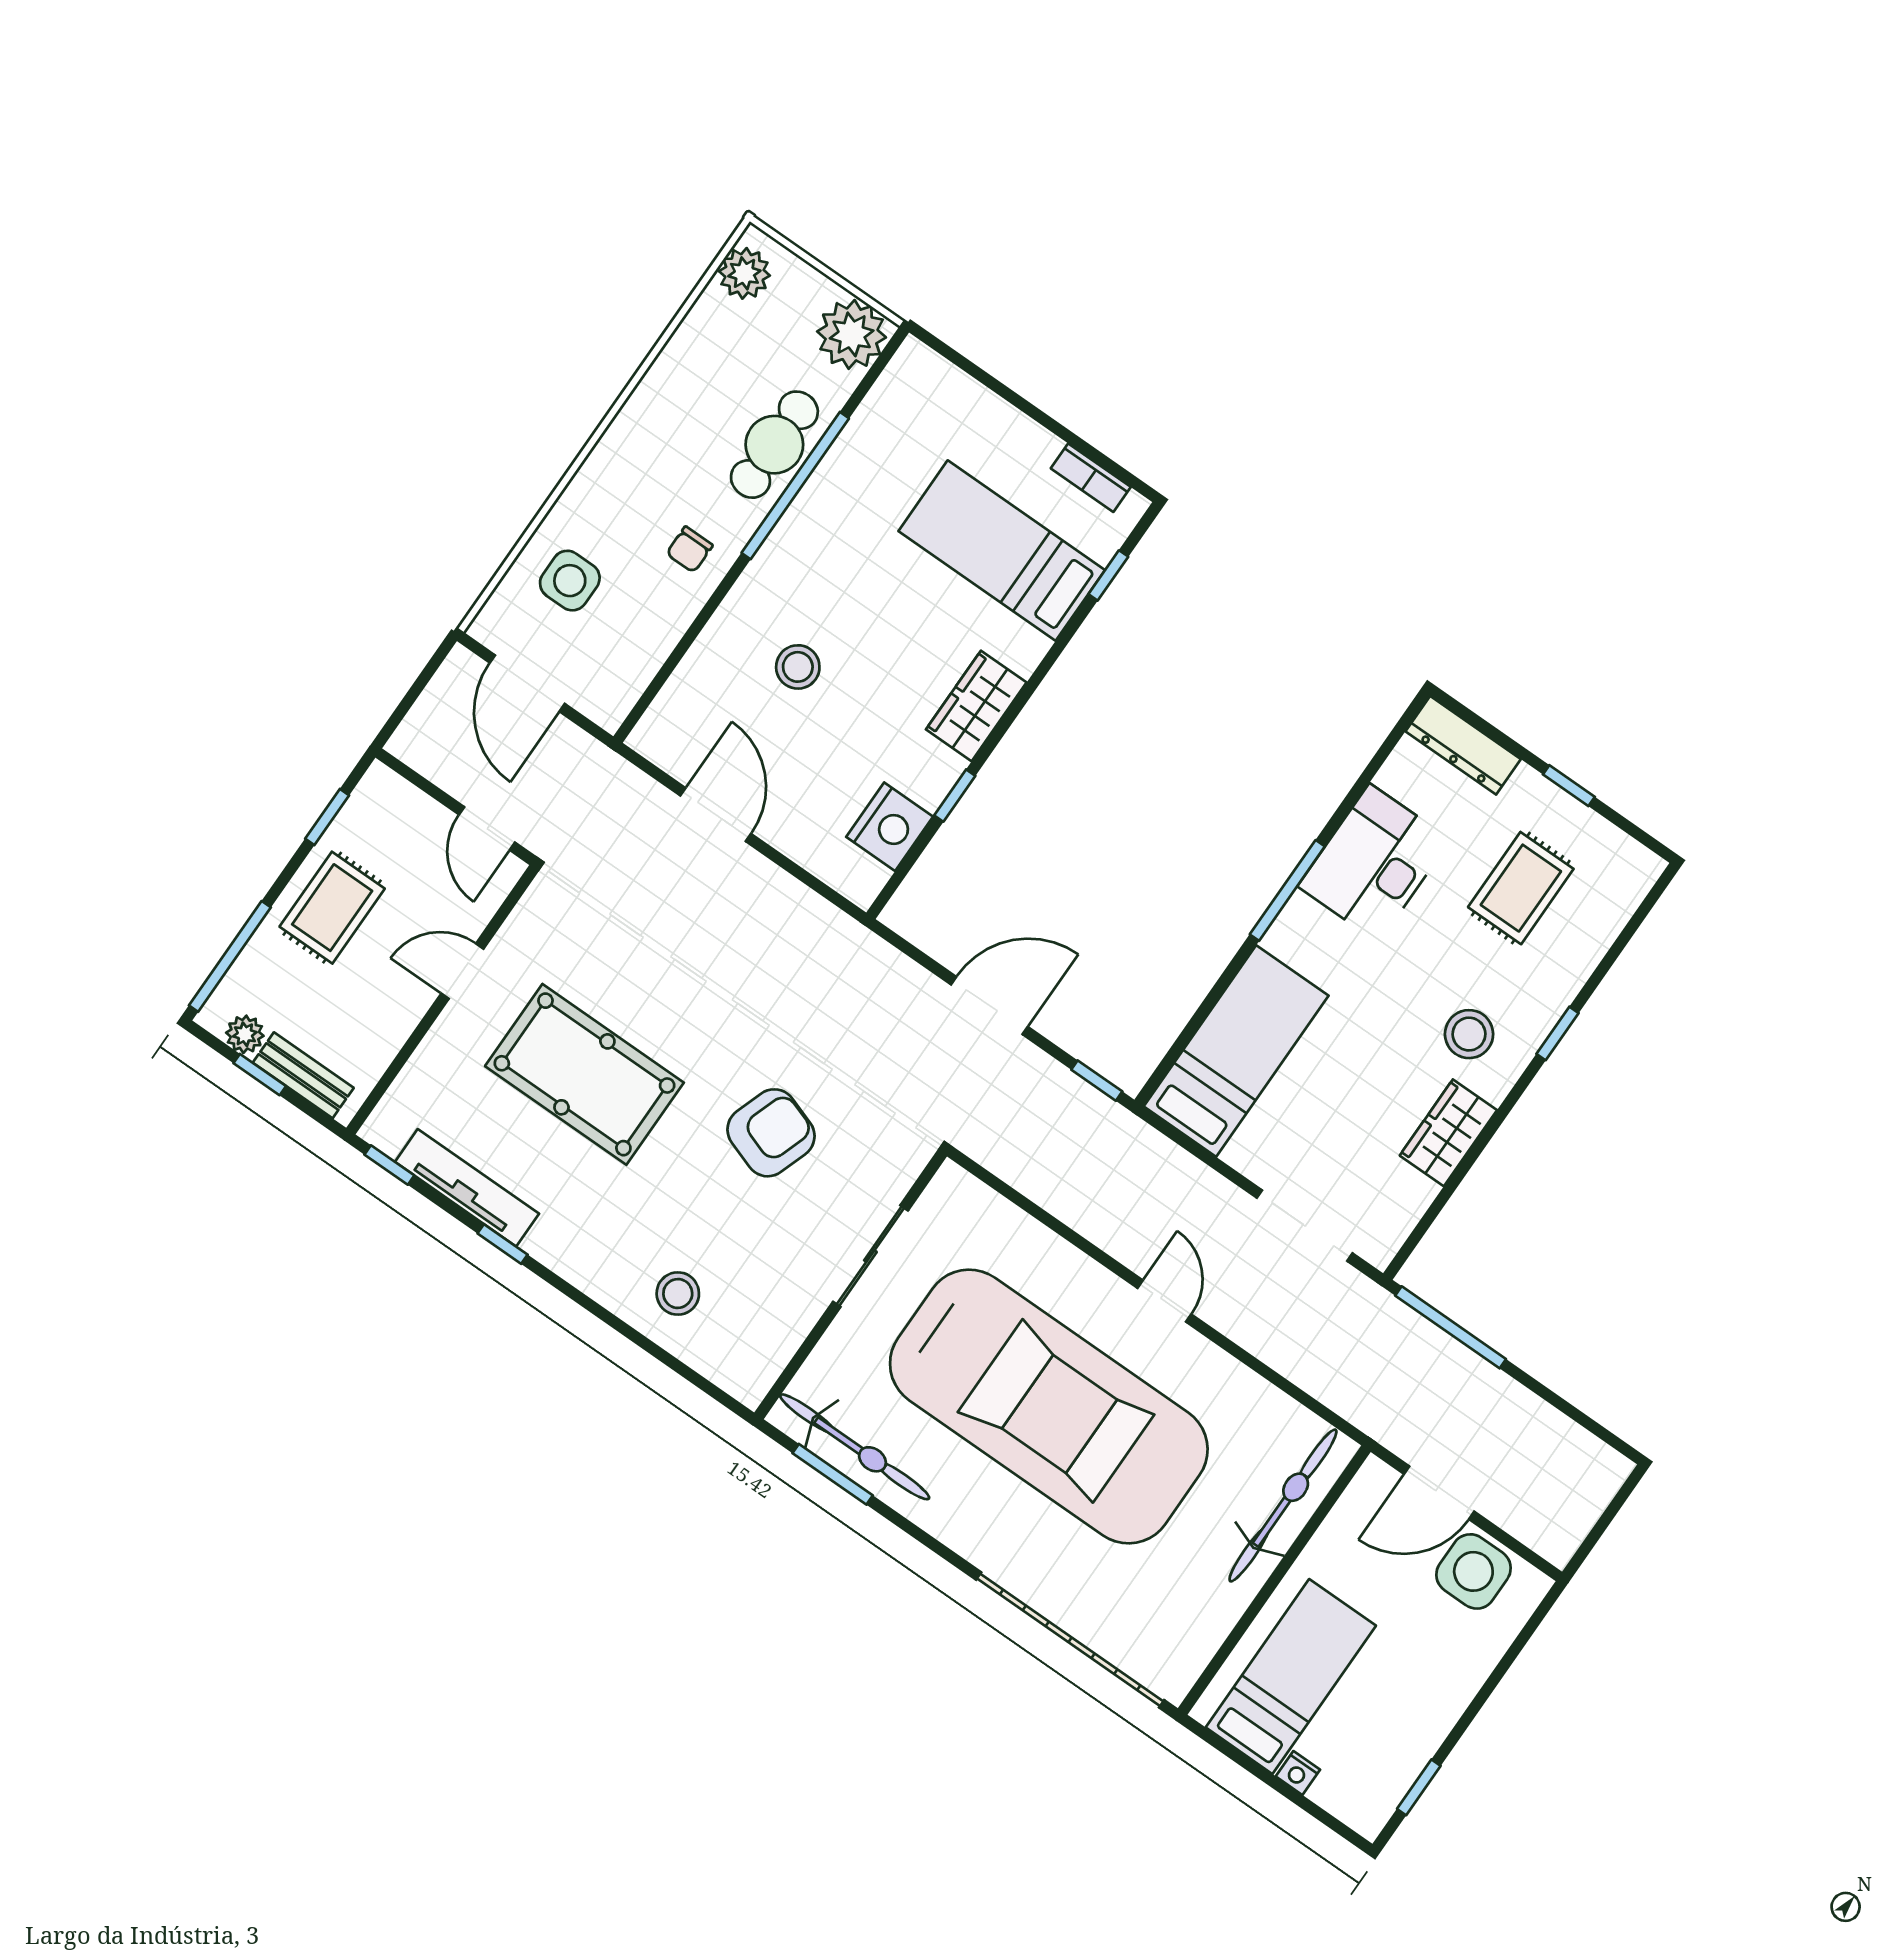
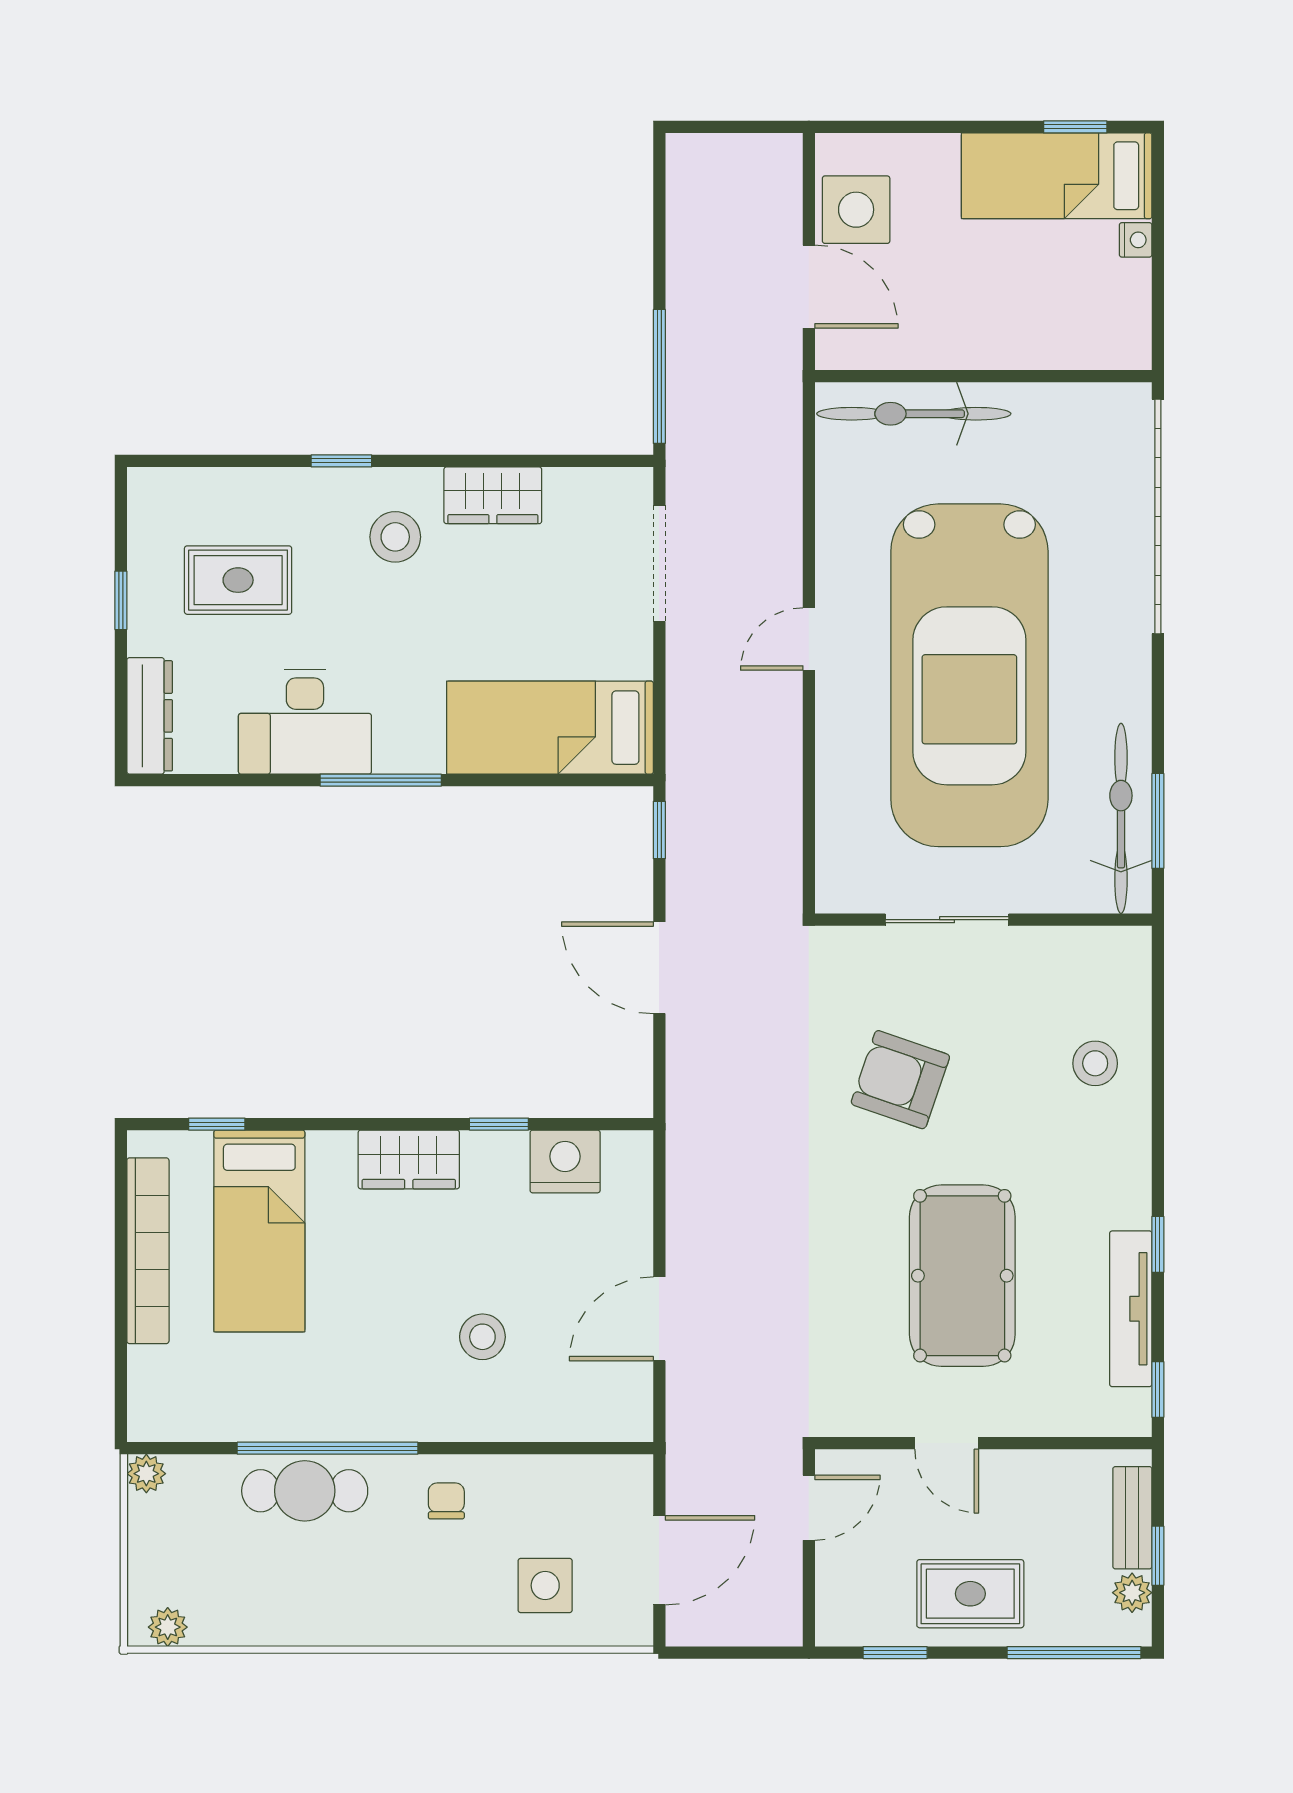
plant: (744, 273) -> (168, 1627), width x0.73, depth x0.73
plant: (852, 334) -> (146, 1474), width x0.53, depth x0.53
bookcase: (1091, 478) -> (148, 1251), width x2.31, depth x1.31
chair: (690, 549) -> (446, 1501), turned -90
car: (1049, 1407) -> (969, 675), turned 180
bed: (1291, 1677) -> (1057, 176), moved

